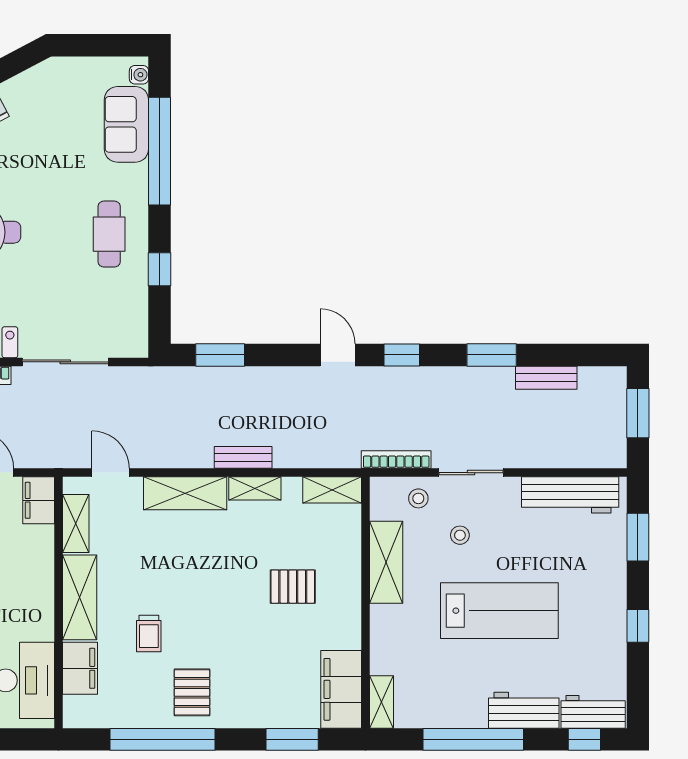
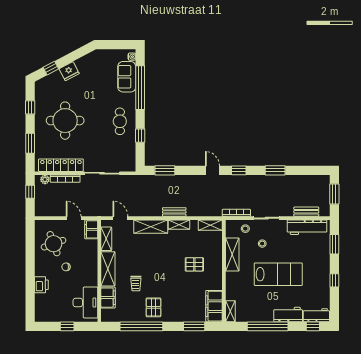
bench: (546, 378) -> (306, 212), moved

